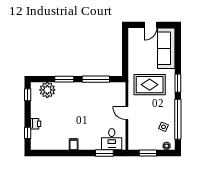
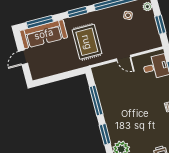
door: (151, 25) -> (23, 57), swing flipped
window: (178, 48) -> (40, 22), added
door: (127, 113) -> (124, 58), hinge flipped

